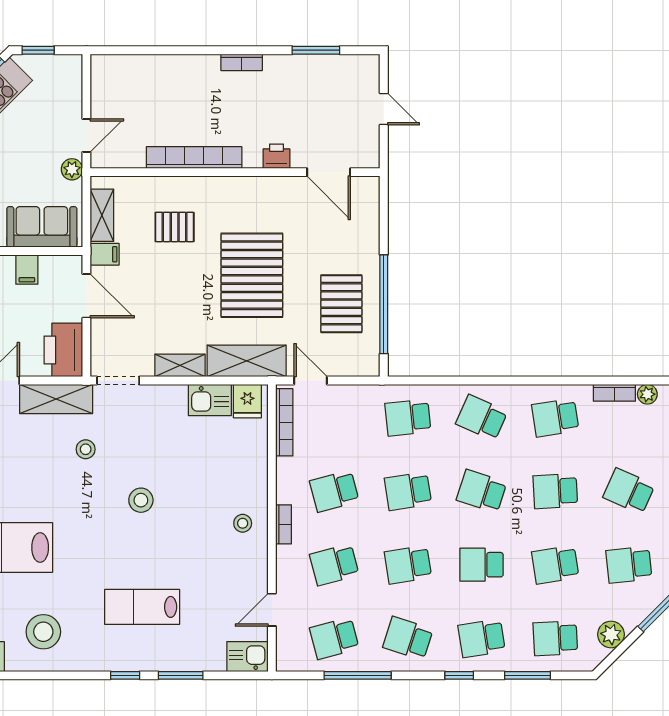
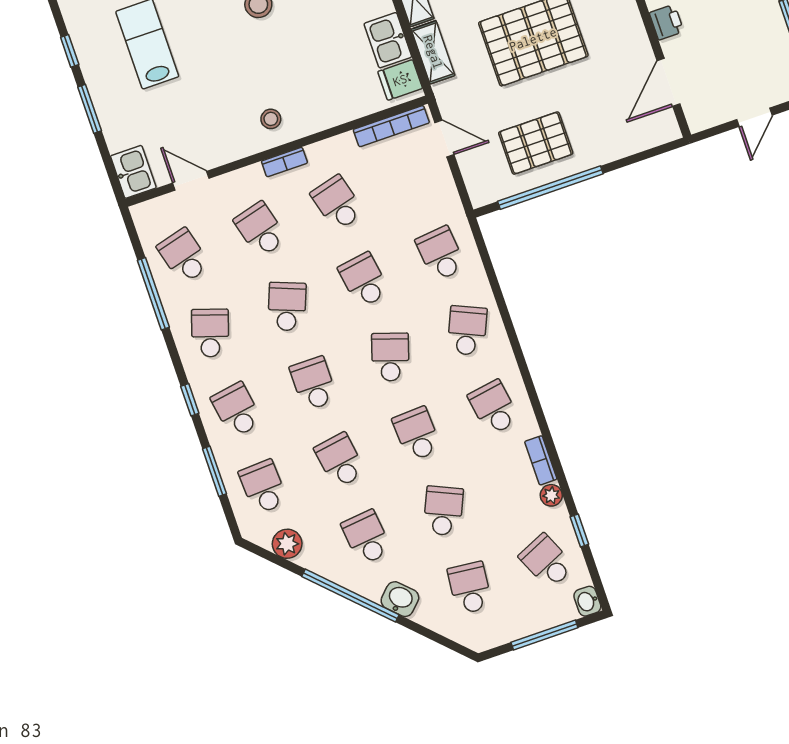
shelving: (247, 361) -> (433, 52), width x0.67, depth x0.75
door: (311, 381) -> (444, 139), hinge flipped
school desk: (408, 565) -> (287, 307), turned 30

